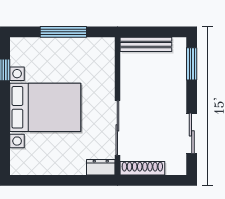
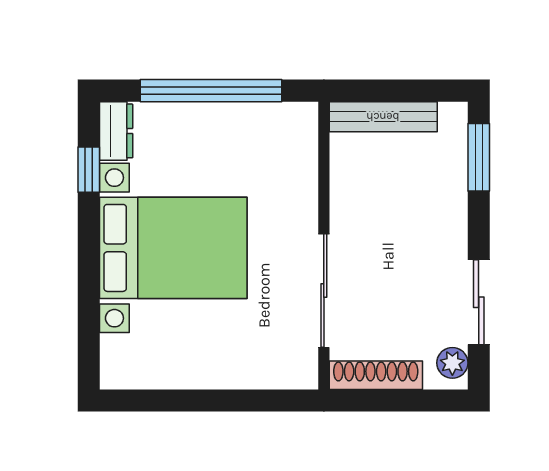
window: (63, 32) -> (211, 91), width x1.46
plant: (179, 162) -> (452, 363), added
dresser: (101, 167) -> (116, 131), moved, turned 90

